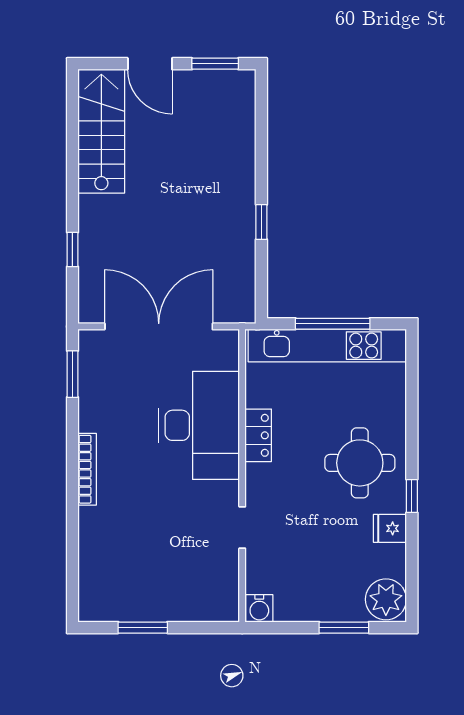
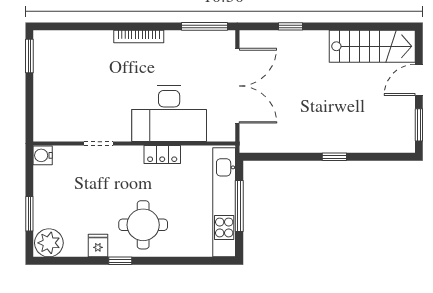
window: (261, 222) -> (334, 157), moved
window: (72, 374) -> (205, 26), width x1.44
window: (143, 628) -> (29, 56), moved

